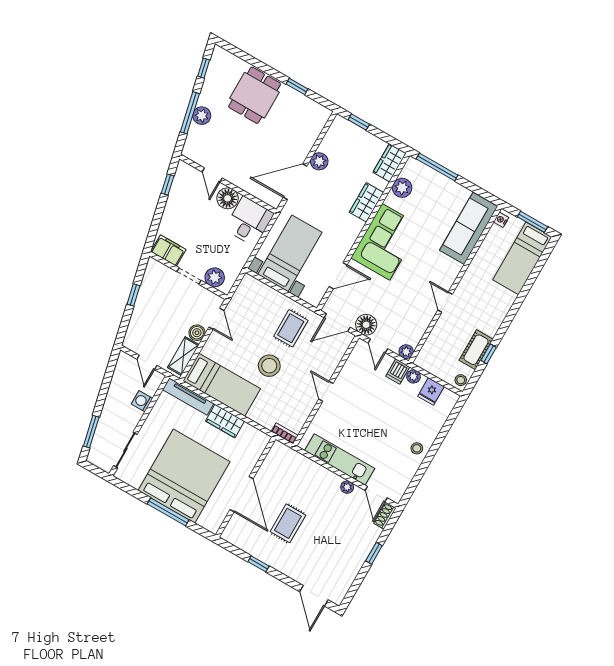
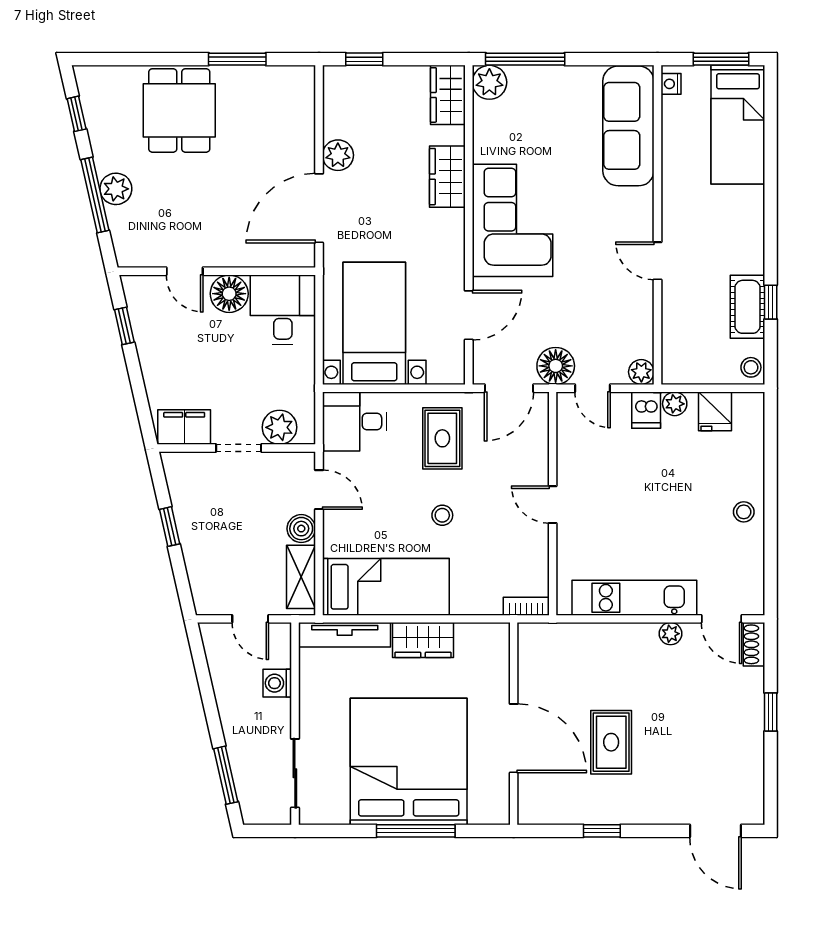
window: (297, 86) -> (237, 59), width x1.50
plant: (402, 188) -> (489, 82), moved
desk: (253, 296) -> (355, 421), added
stool: (269, 366) -> (442, 515), width x0.53, depth x0.53

